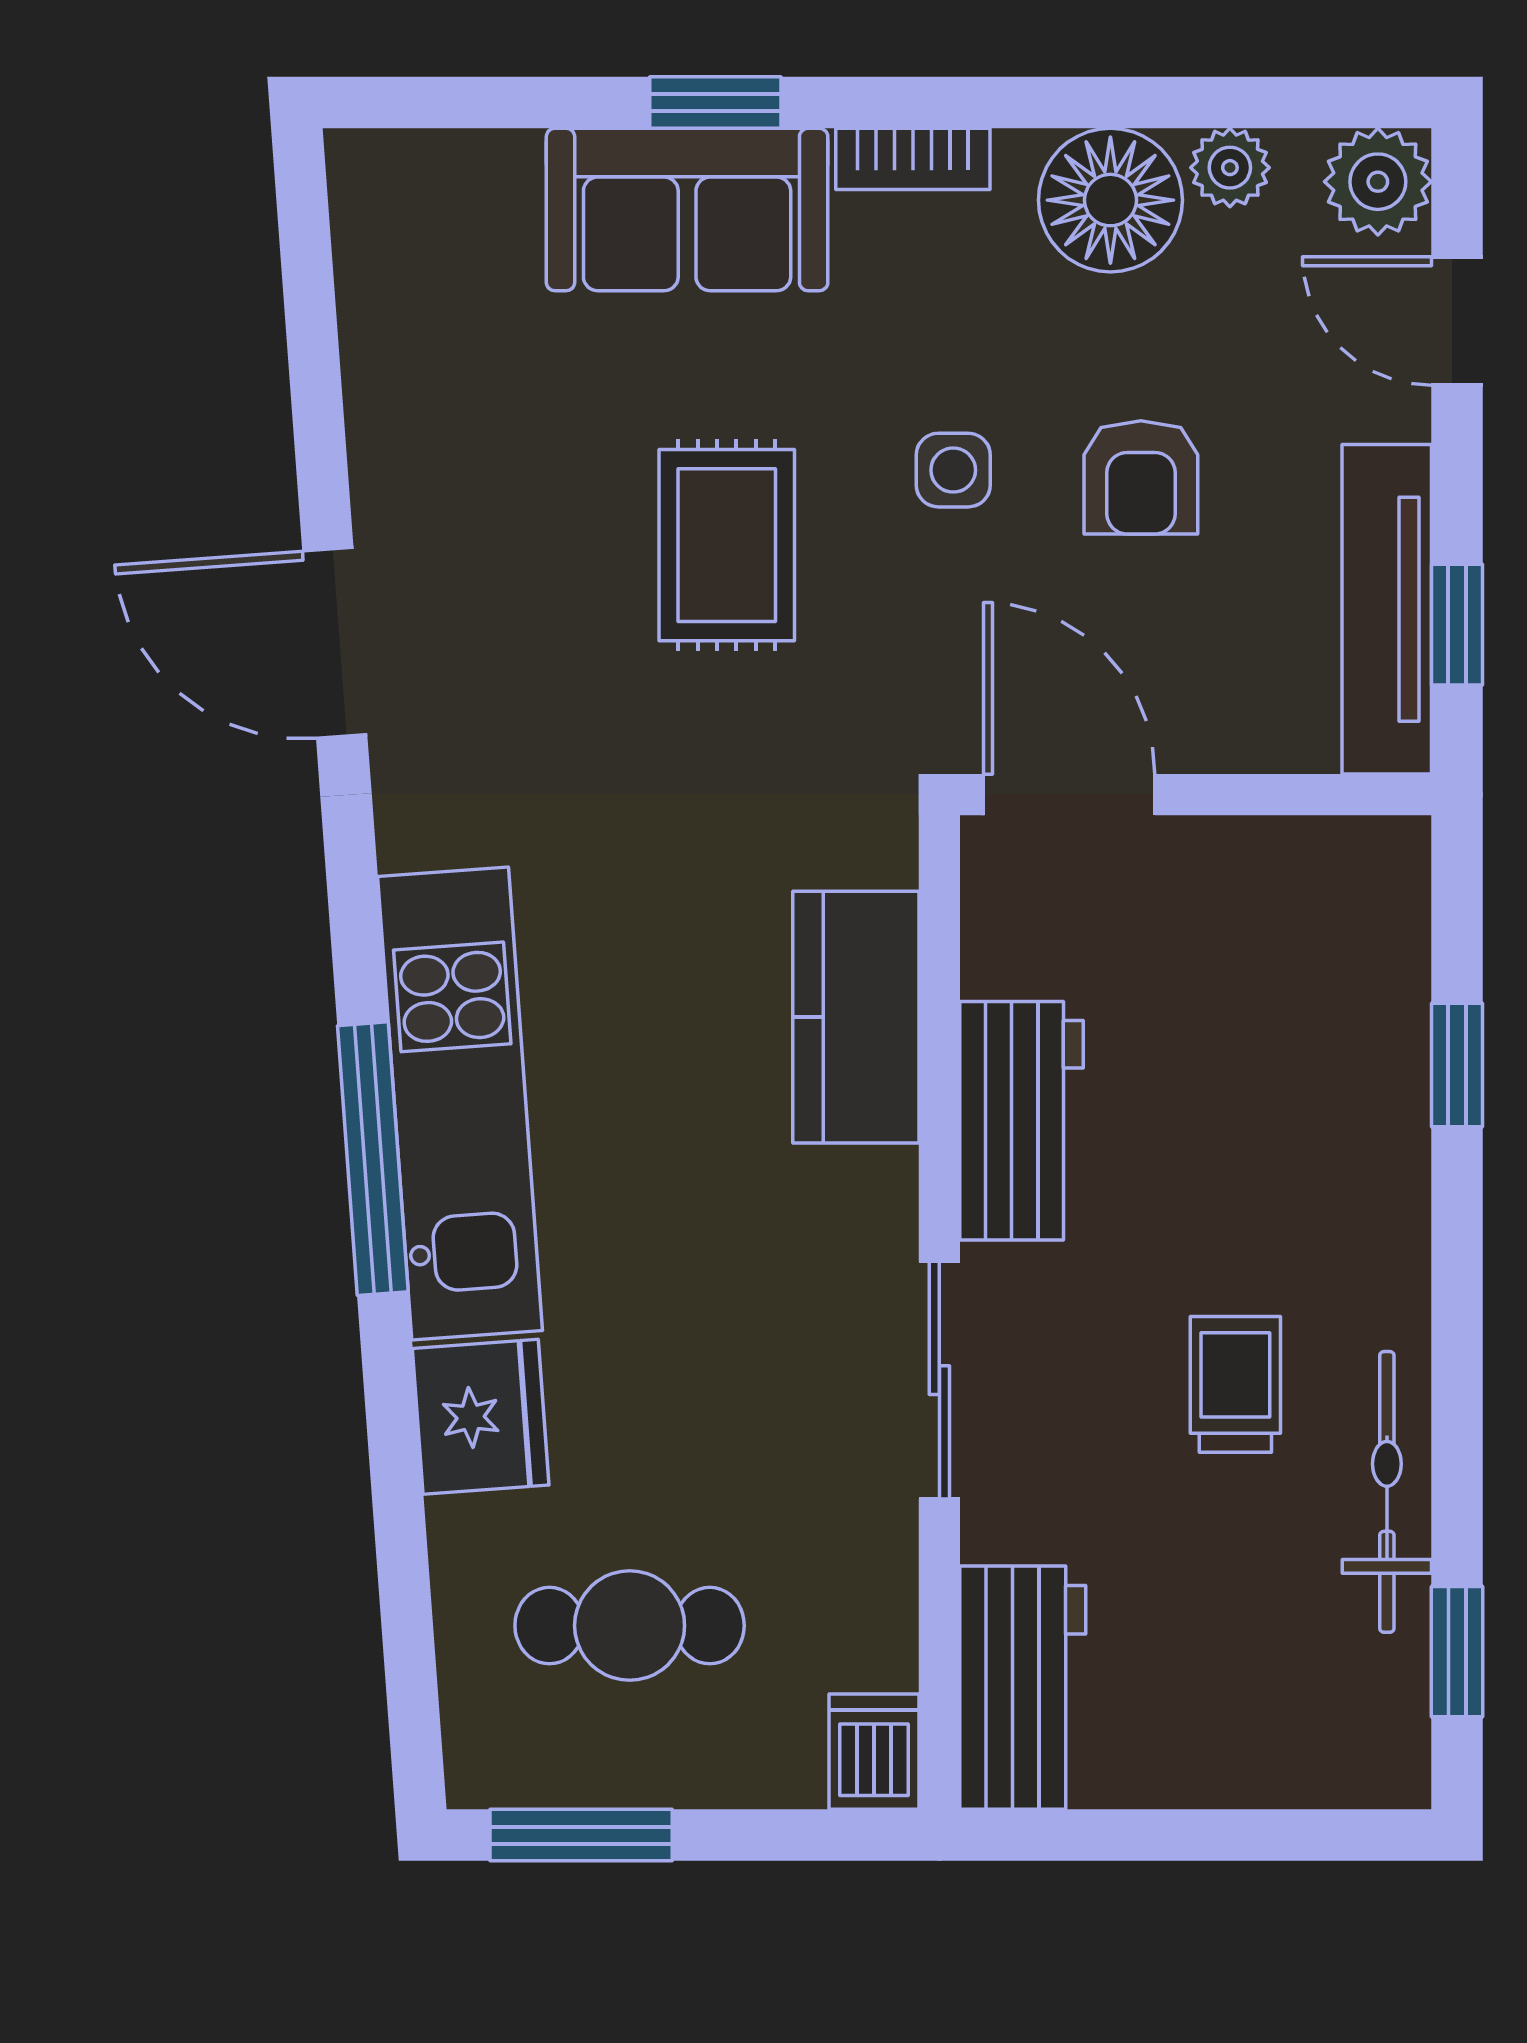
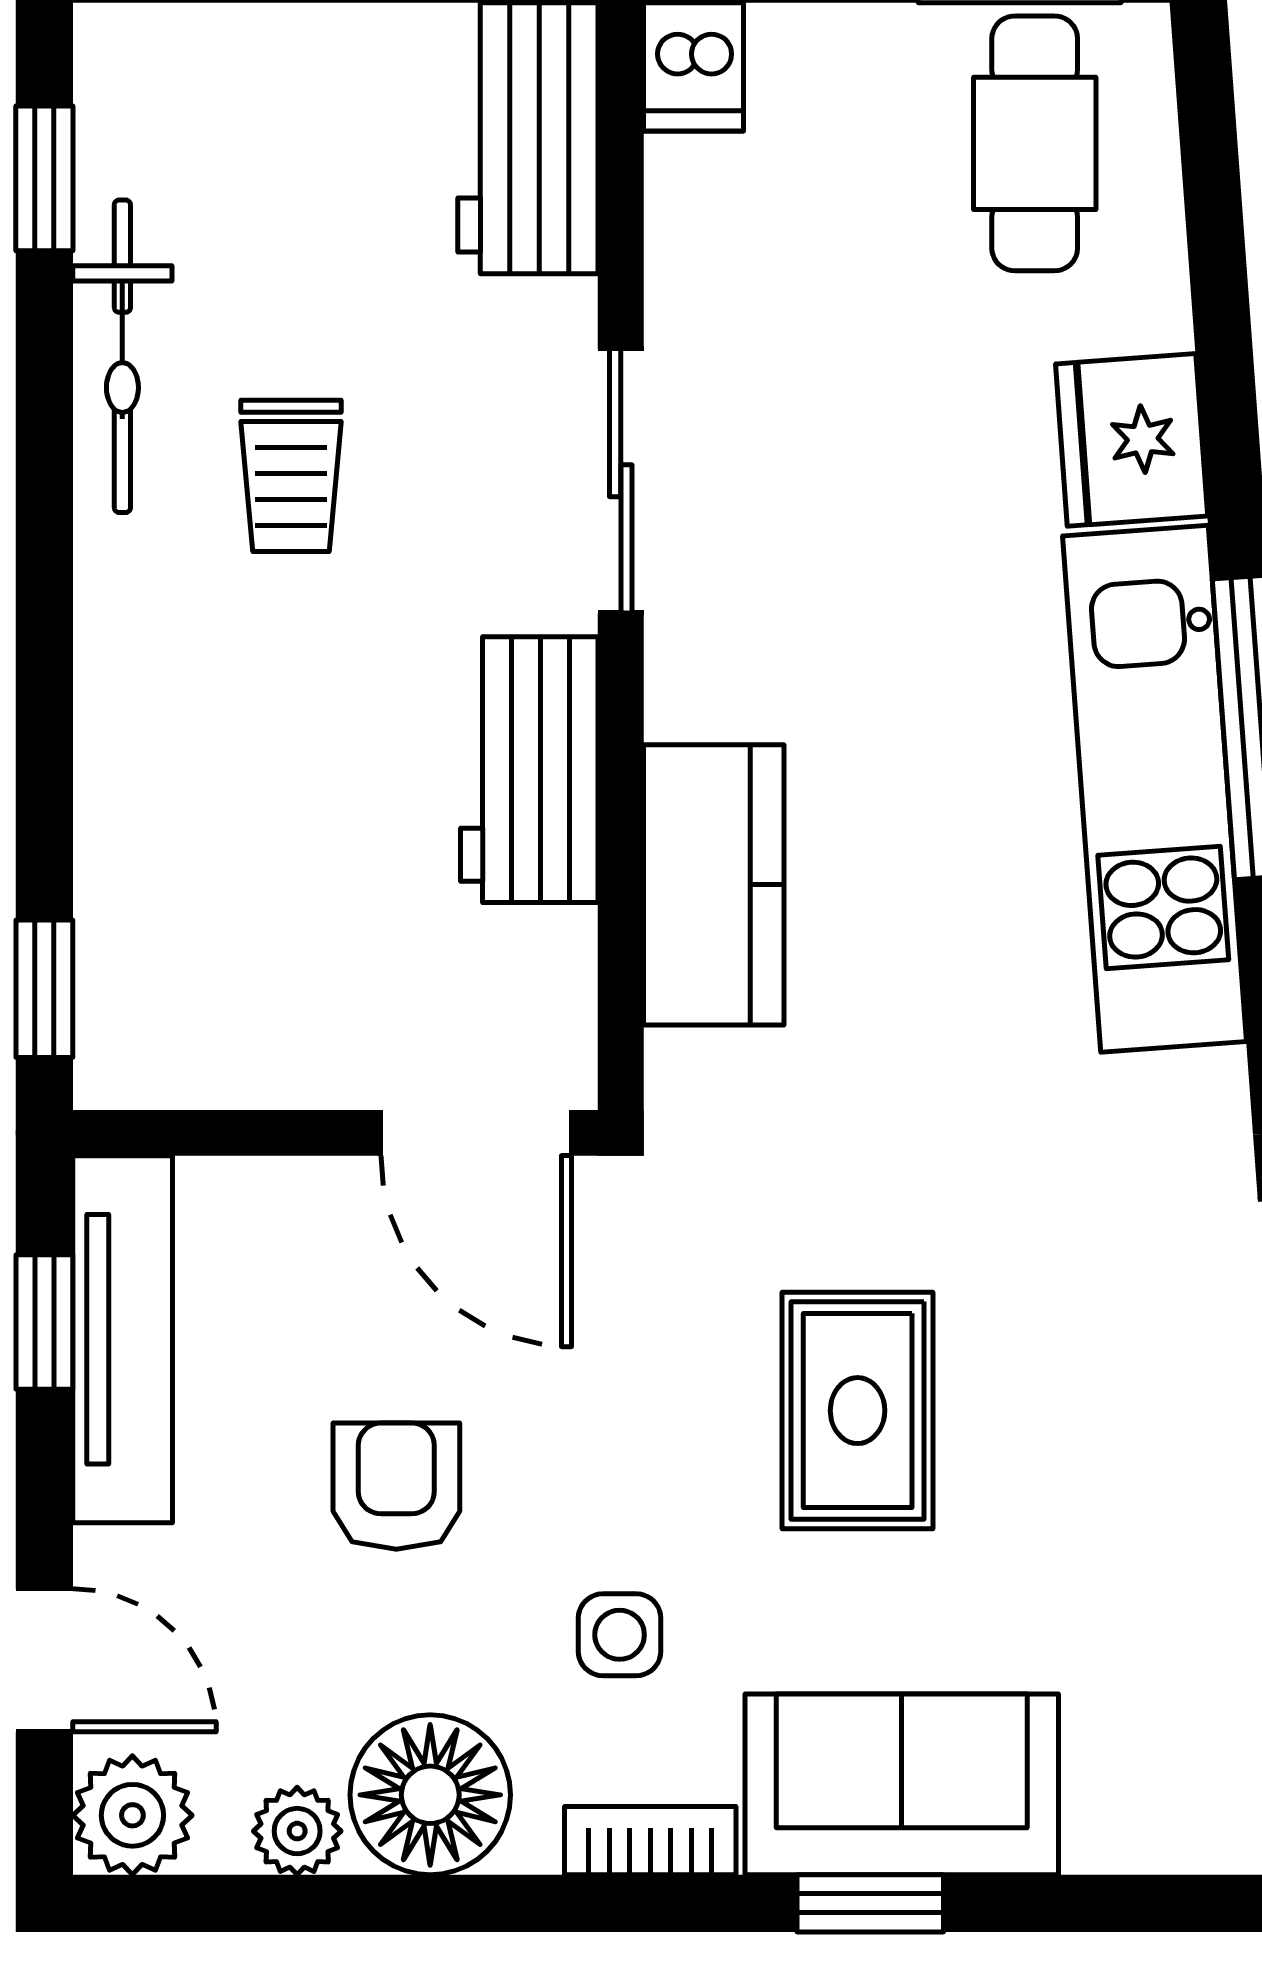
side table: (953, 470) -> (620, 1635), moved
window: (1457, 1065) -> (44, 989), moved
cafe table: (630, 1626) -> (1035, 143), moved, turned 90

